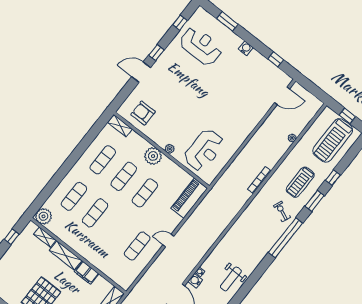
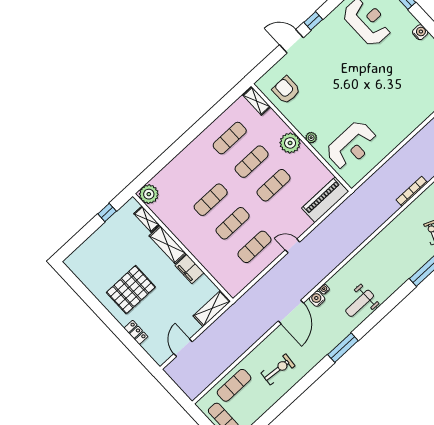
exercise mat: (74, 196) -> (233, 223), moved

